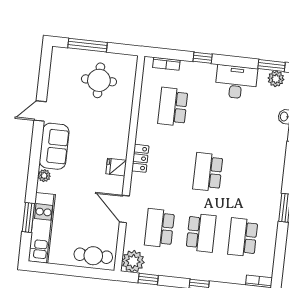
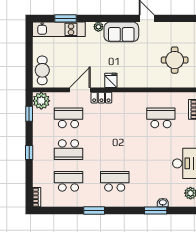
locker: (140, 158) -> (101, 98), moved
school desk: (208, 172) -> (115, 181), moved

